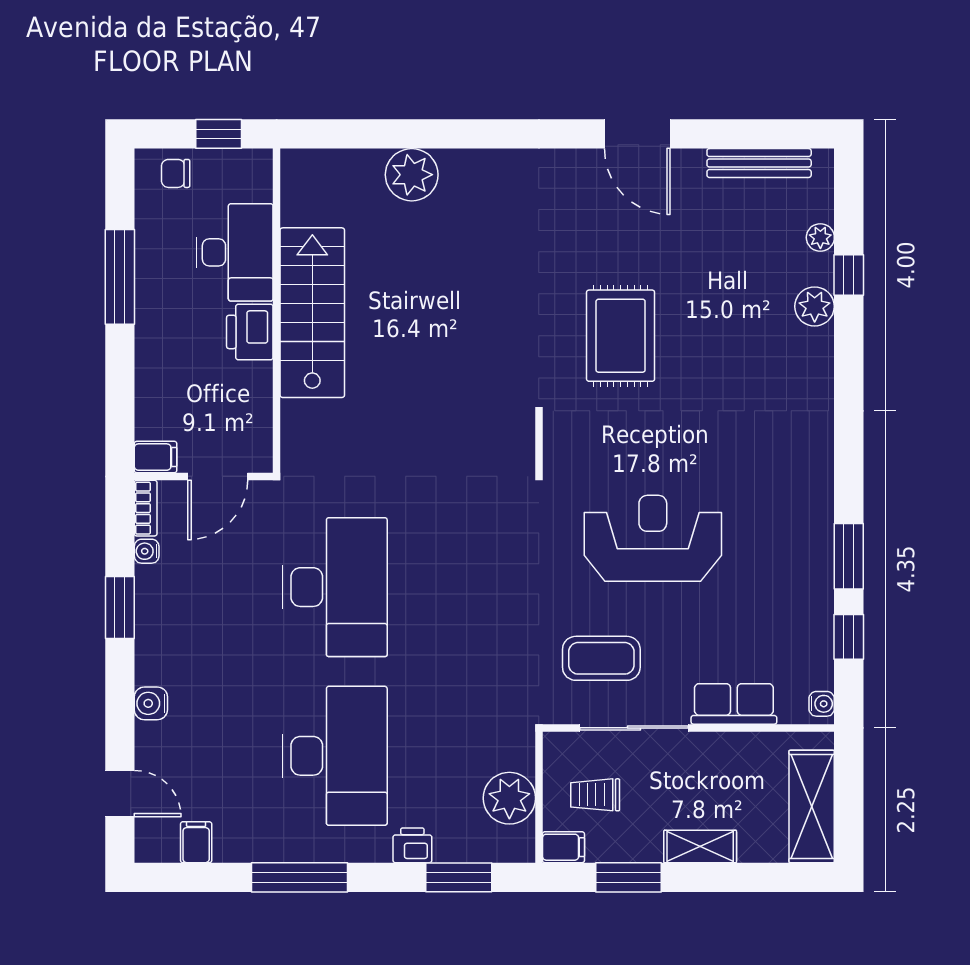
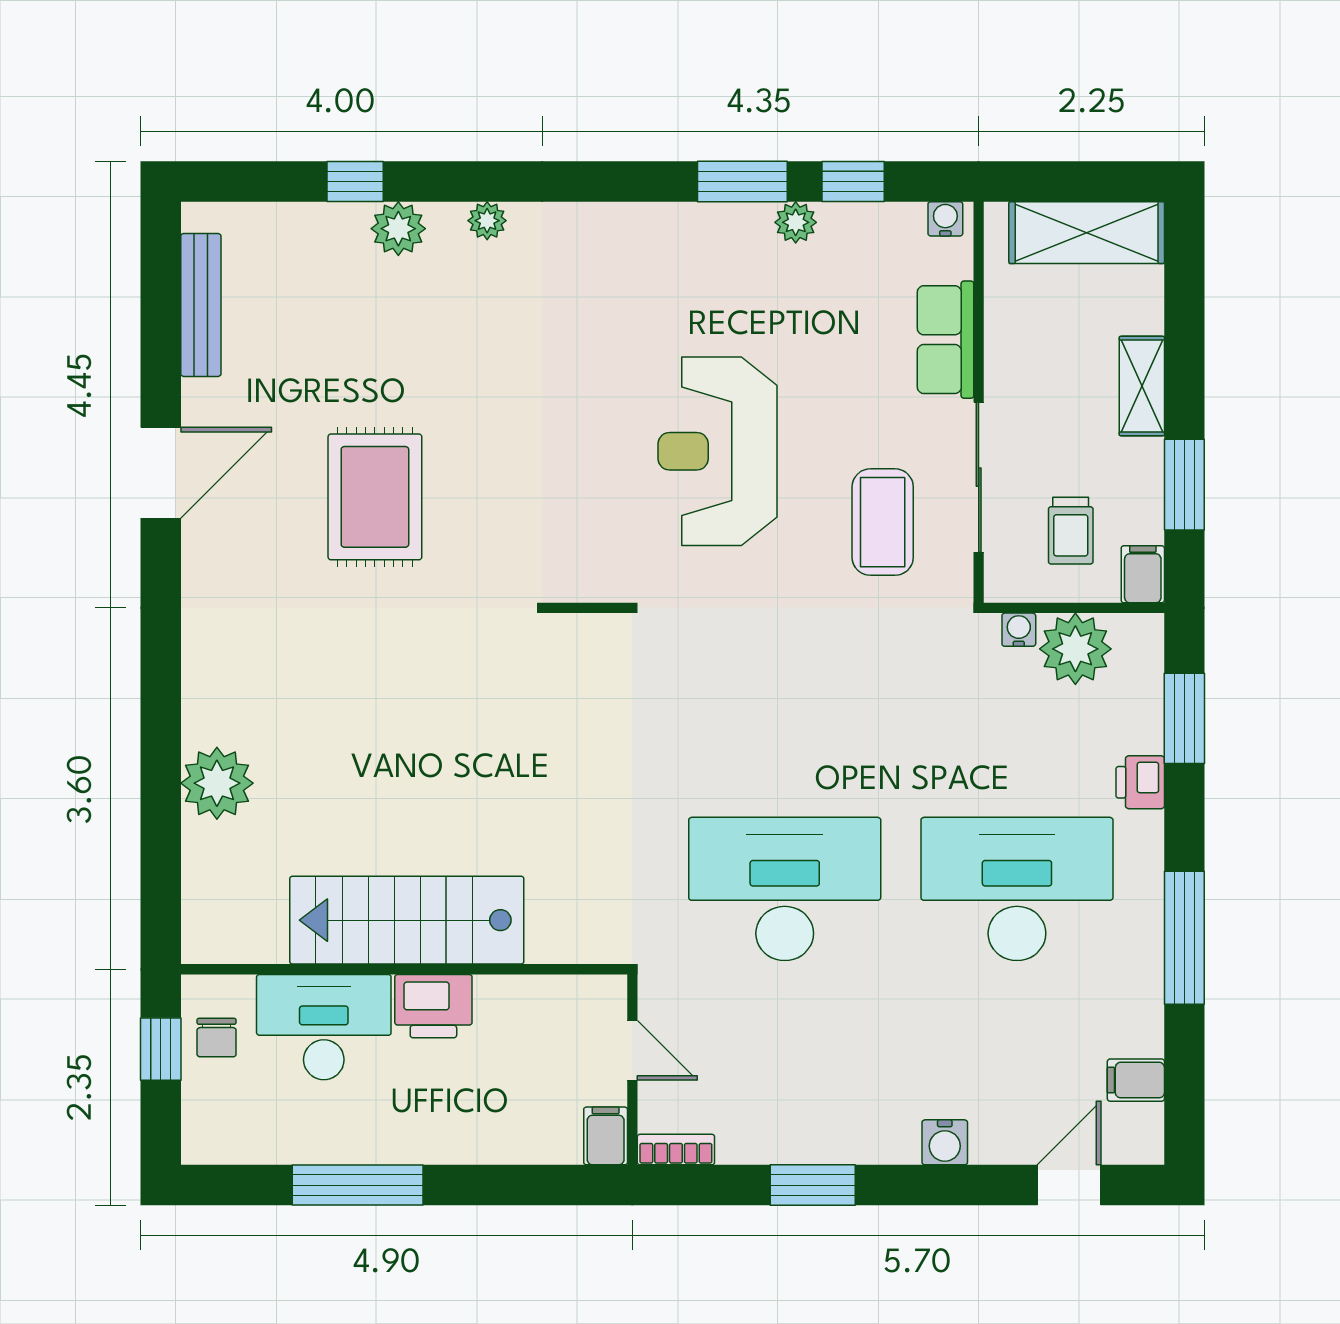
chair: (176, 173) -> (217, 1038), moved
plant: (820, 237) -> (487, 221), moved
rug: (621, 336) -> (375, 497), moved, turned 90
door: (218, 476) -> (632, 1050), width x0.73
water cooler: (147, 551) -> (1019, 630), moved, turned 180
plant: (819, 595) -> (796, 222), added

